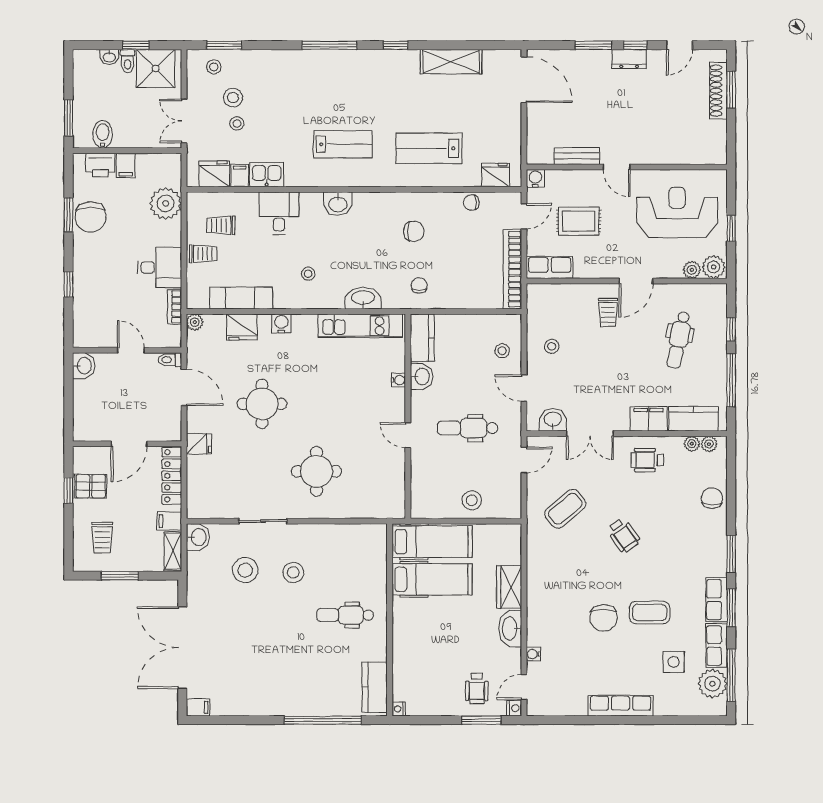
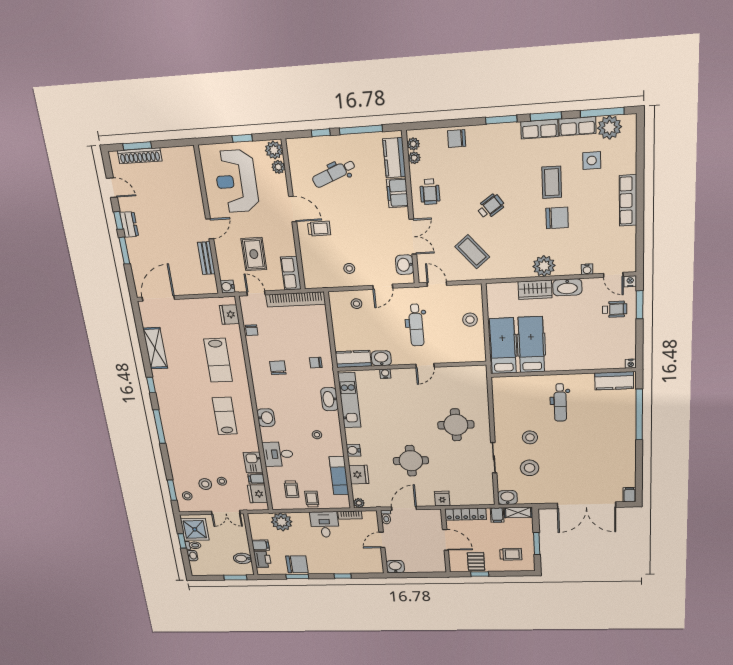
dental chair: (679, 340) -> (334, 174), turned 146
plant: (541, 600) -> (544, 266), added

